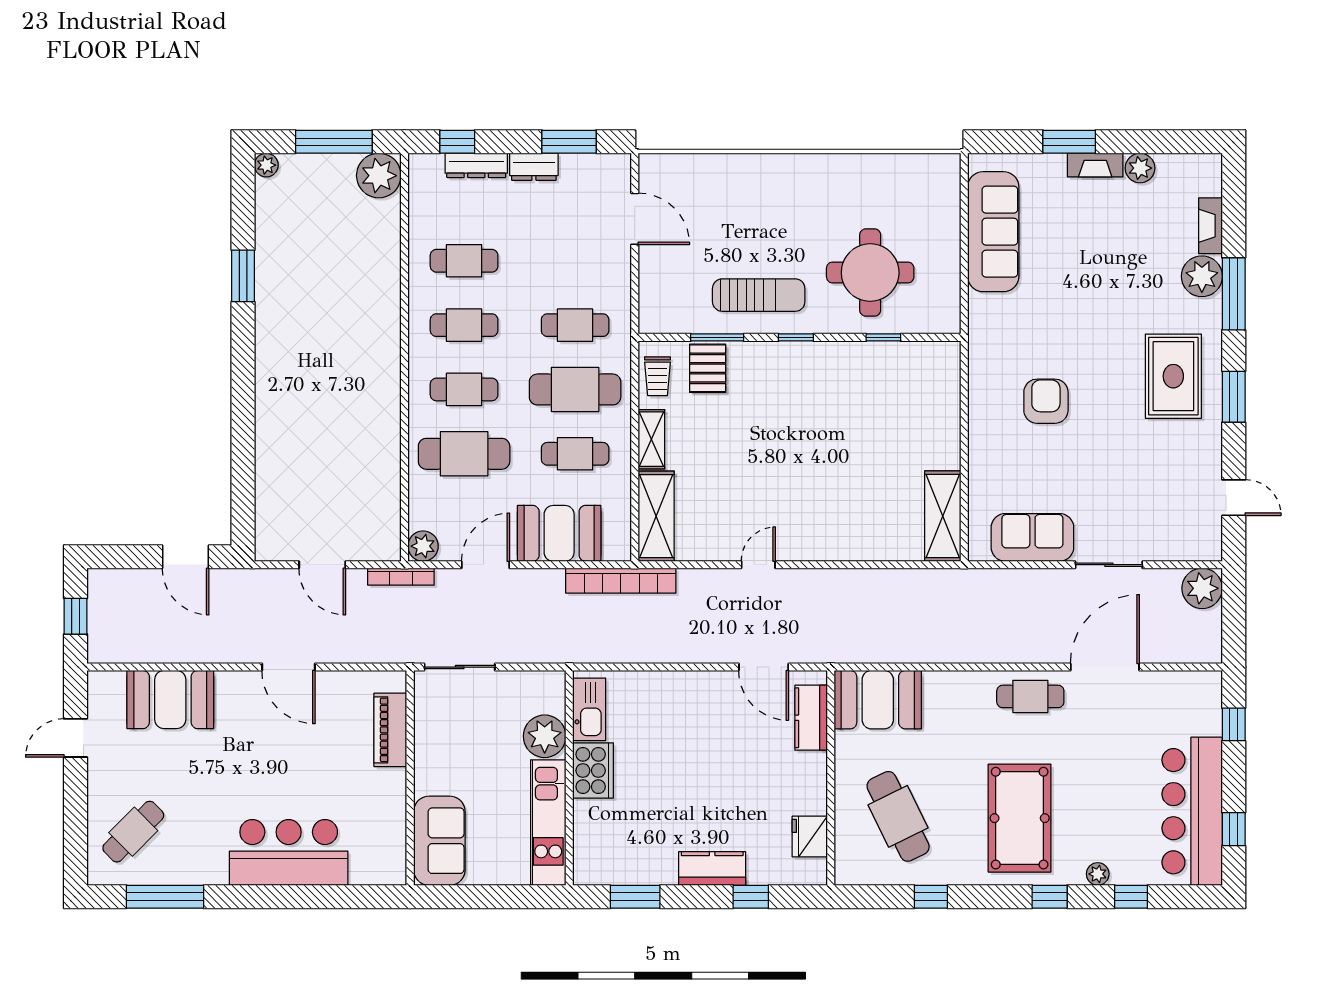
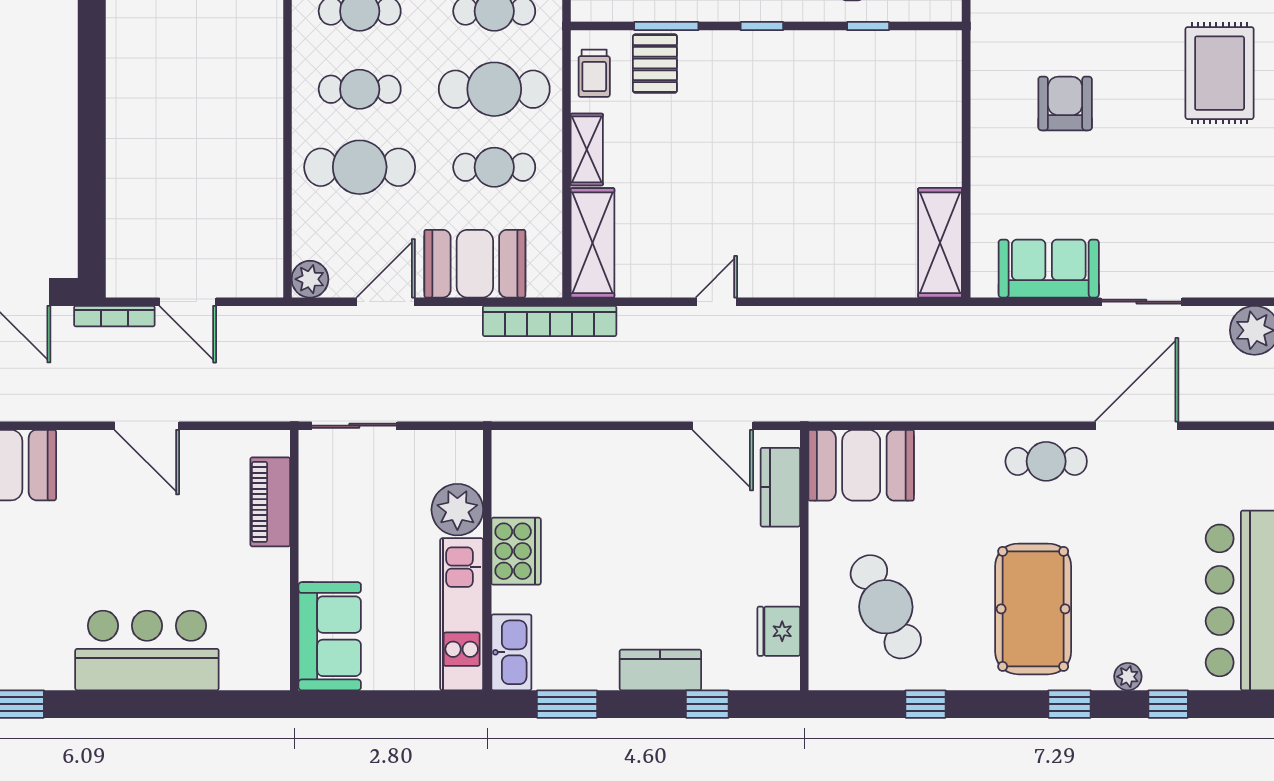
bookcase: (401, 577) -> (114, 316), moved
kitchen sink: (589, 709) -> (511, 652), moved

